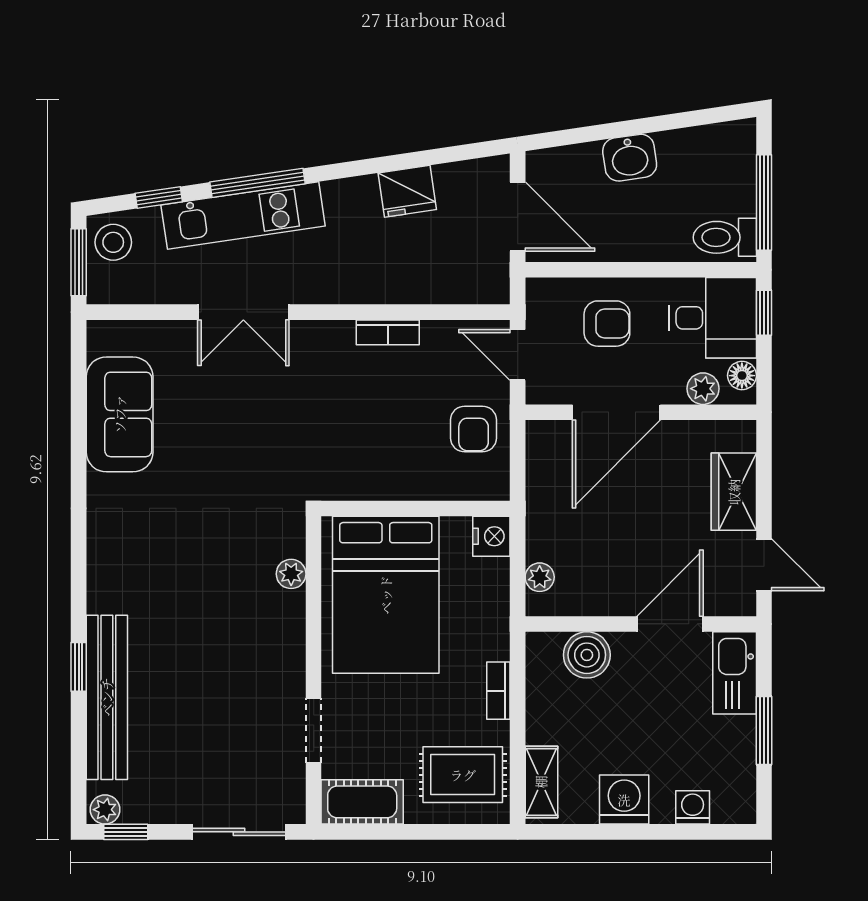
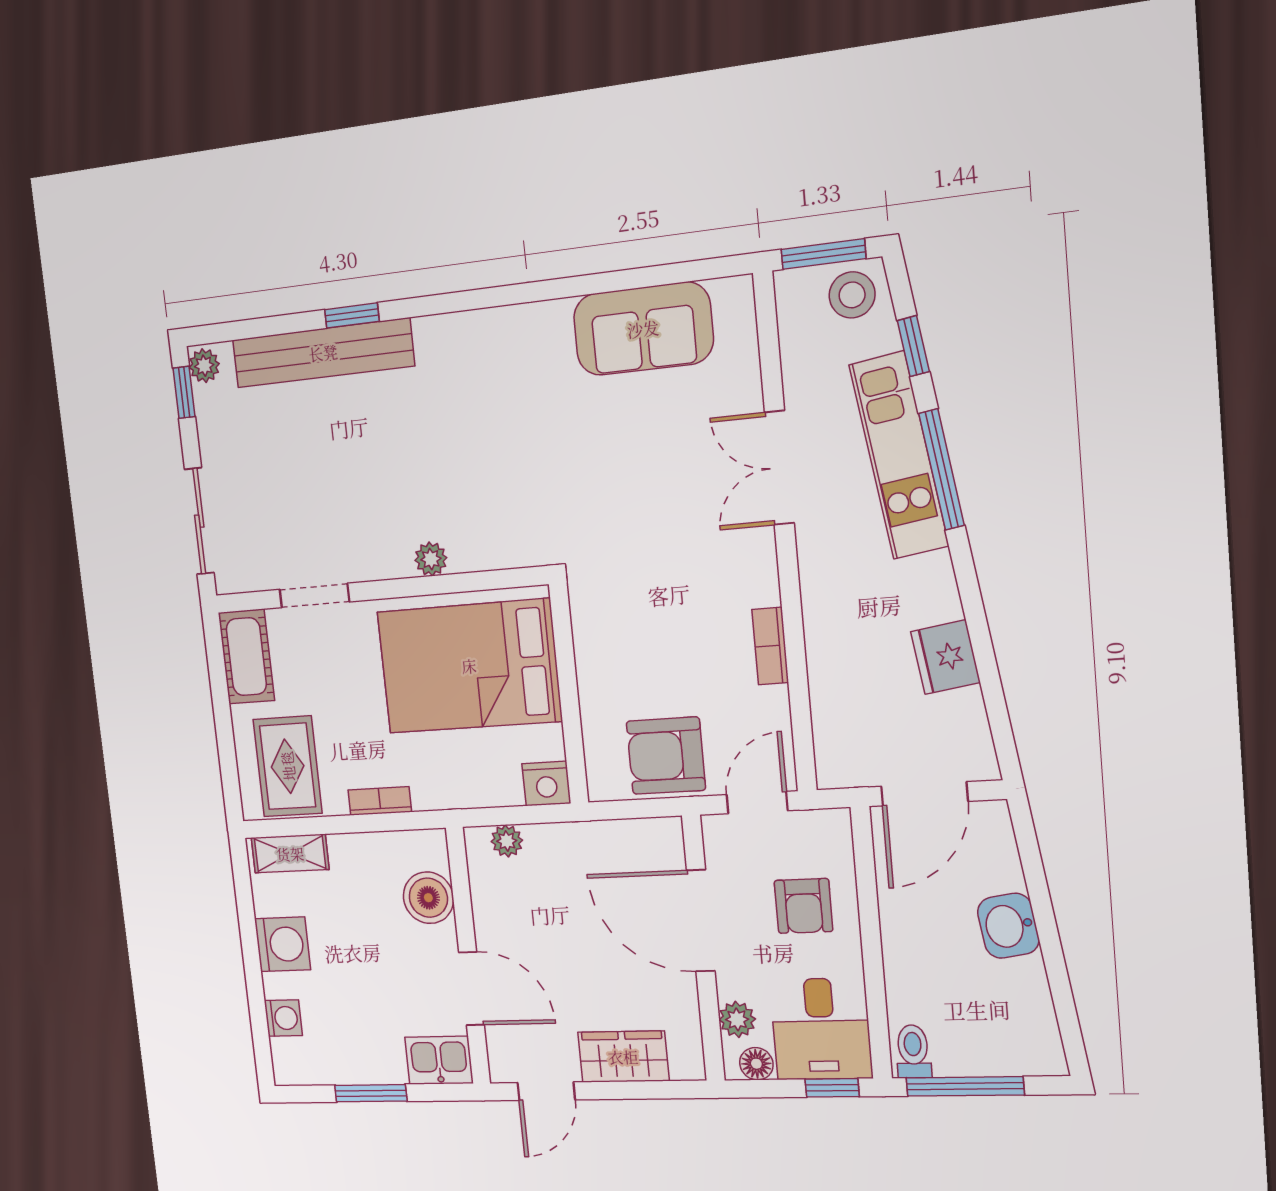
toilet: (725, 237) -> (913, 1051), width x0.73, depth x0.72
armchair: (474, 429) -> (666, 756), width x1.38, depth x1.38
plant: (291, 574) -> (431, 559), moved
kitchen sink: (735, 673) -> (439, 1060), width x0.73

